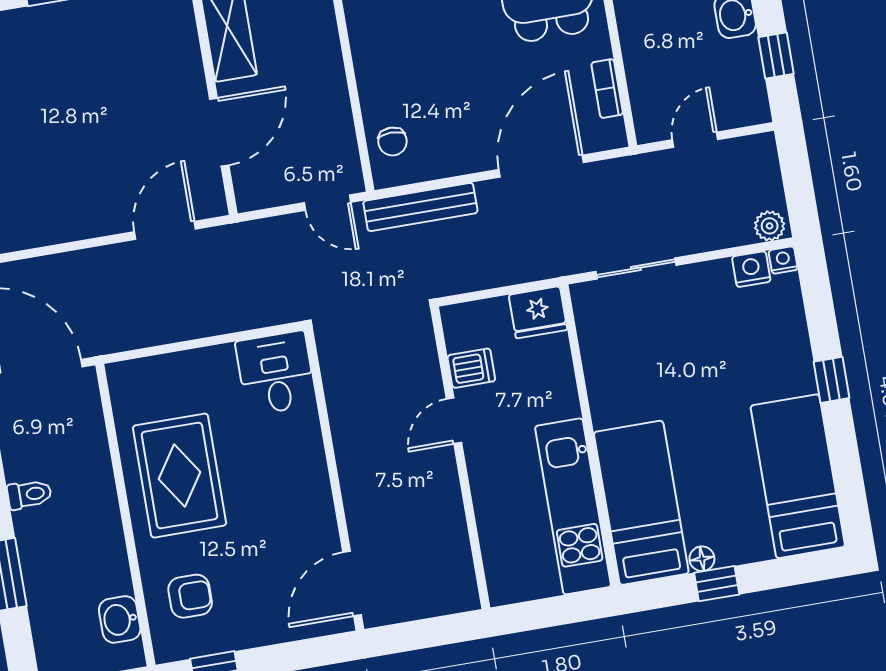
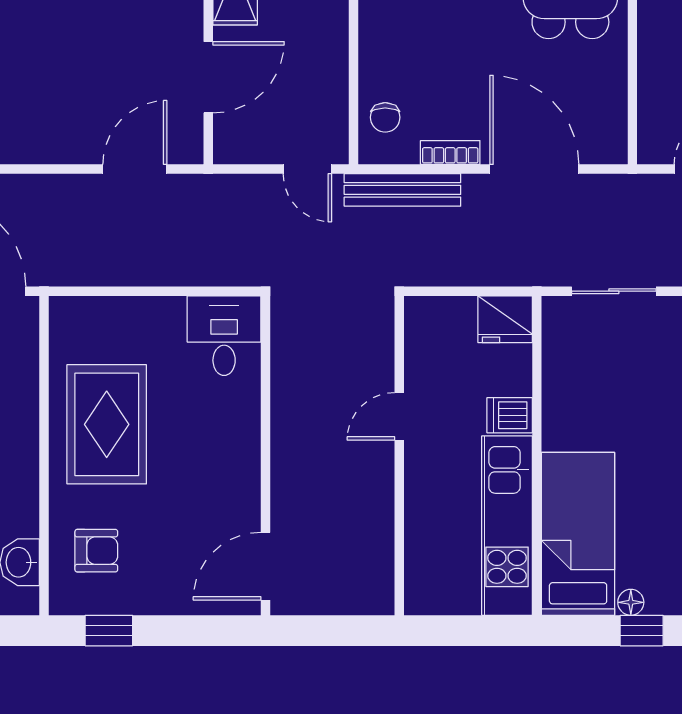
bookcase: (607, 89) -> (450, 152), moved, turned 90
door: (541, 166) -> (534, 169), hinge flipped
dishwasher: (471, 368) -> (510, 415), moved, turned 180

